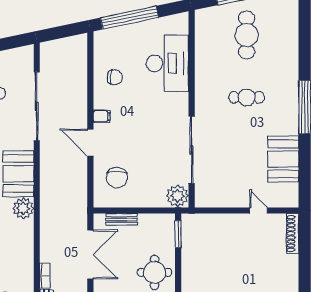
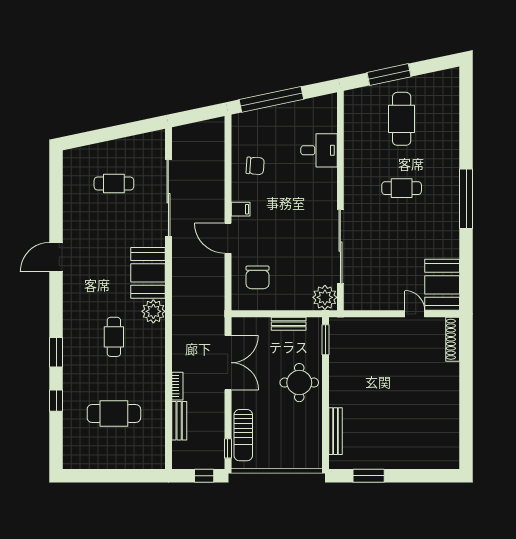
desk: (167, 63) -> (319, 150), width x0.53, depth x0.77
booth: (283, 159) -> (442, 285), moved
bench: (122, 219) -> (289, 324), moved

